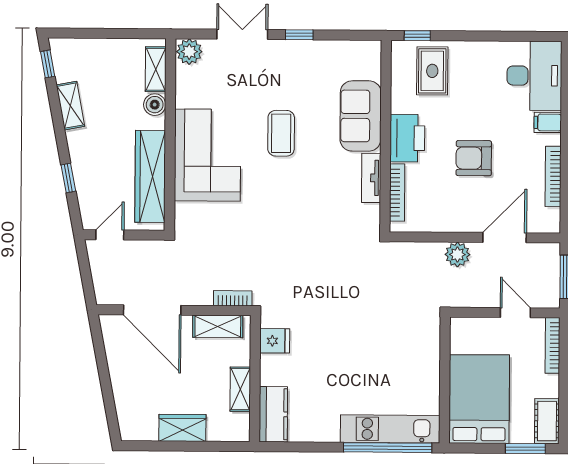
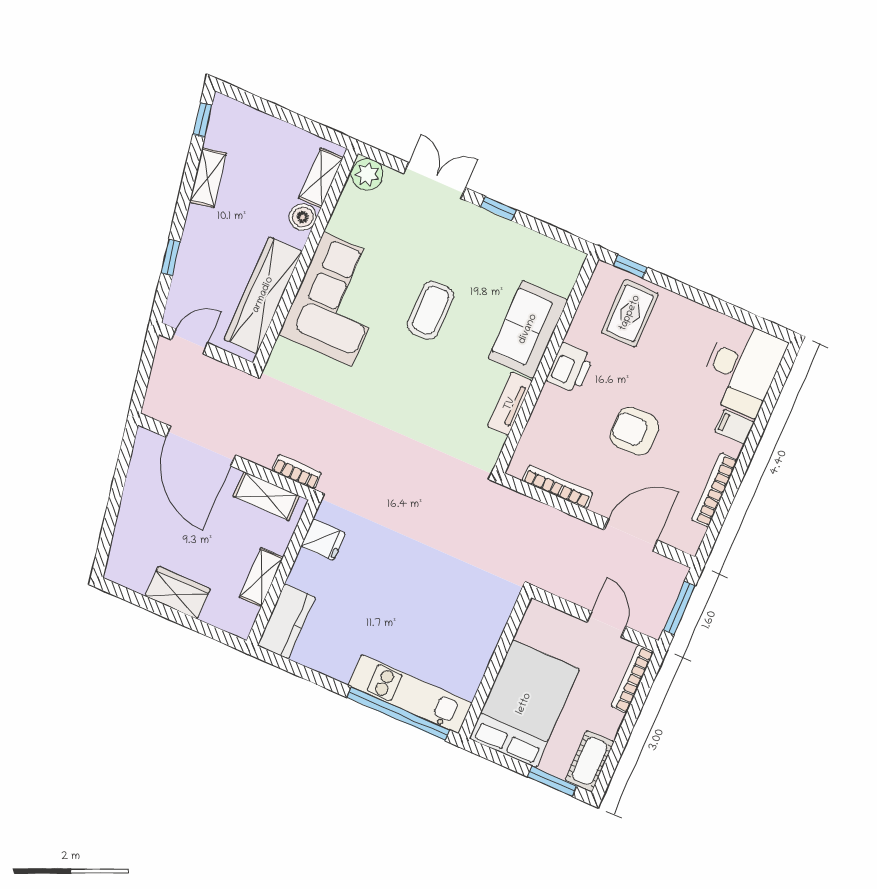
printer: (407, 138) -> (570, 368), width x0.73, depth x0.84
bookcase: (397, 192) -> (558, 487), moved, turned -90
plant: (457, 255) -> (570, 531), removed

